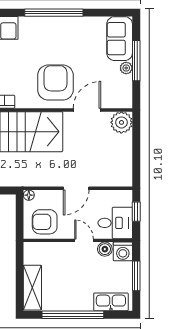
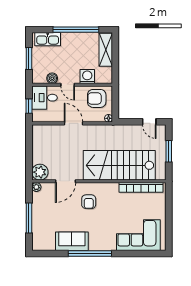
sofa: (120, 39) -> (72, 241), moved, turned -90
plant: (126, 68) -> (36, 187), moved
armchair: (55, 83) -> (89, 202), width x0.53, depth x0.53
door: (76, 188) -> (73, 123), hinge flipped
armchair: (45, 222) -> (97, 98), turned 180
washing machine: (123, 251) -> (87, 77), moved

